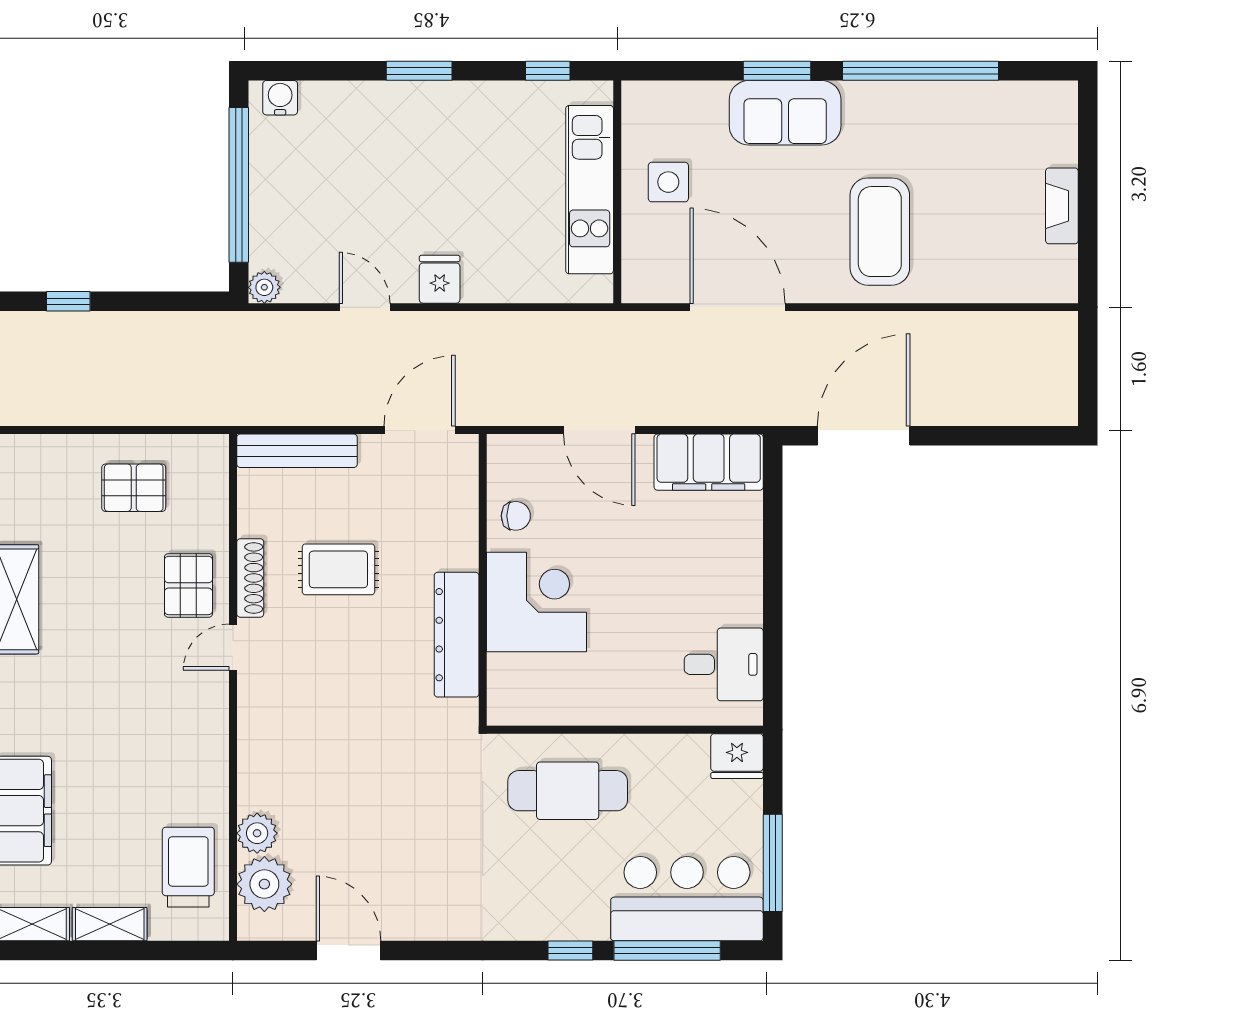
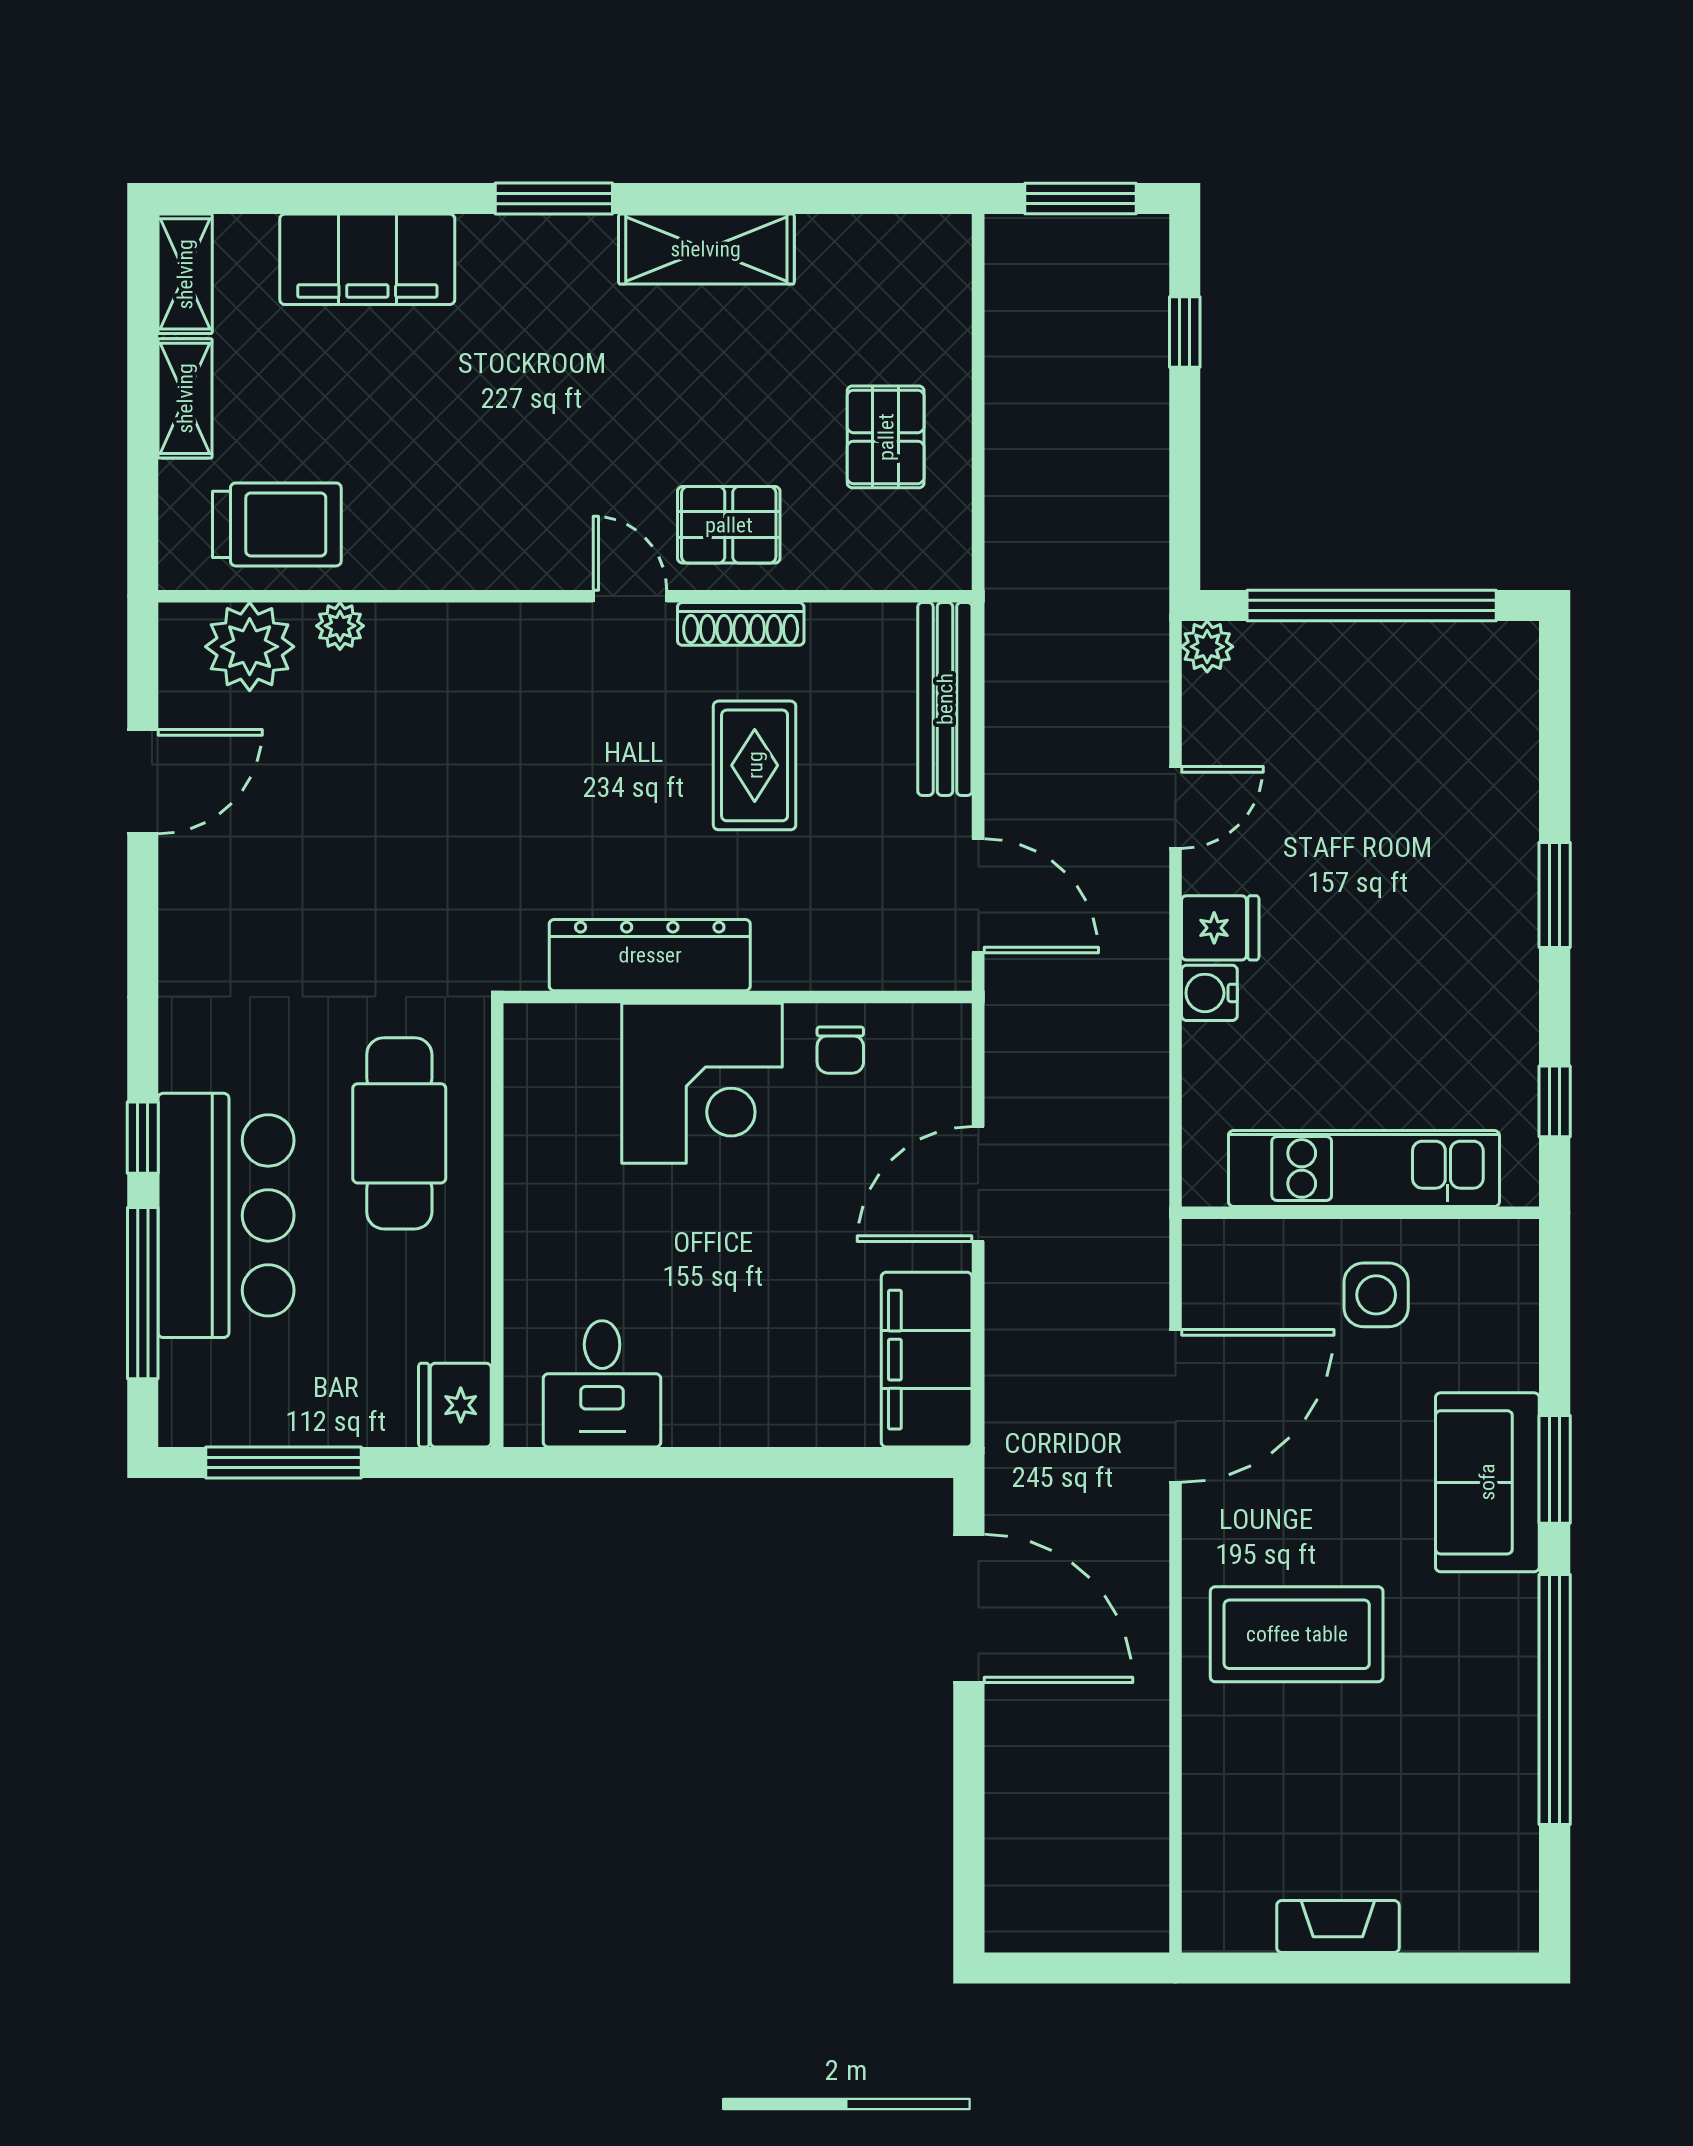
water cooler: (280, 98) -> (1209, 993), moved, turned 180
plant: (257, 833) -> (340, 626), width x0.73, depth x0.73
bar counter: (687, 899) -> (226, 1215), moved

